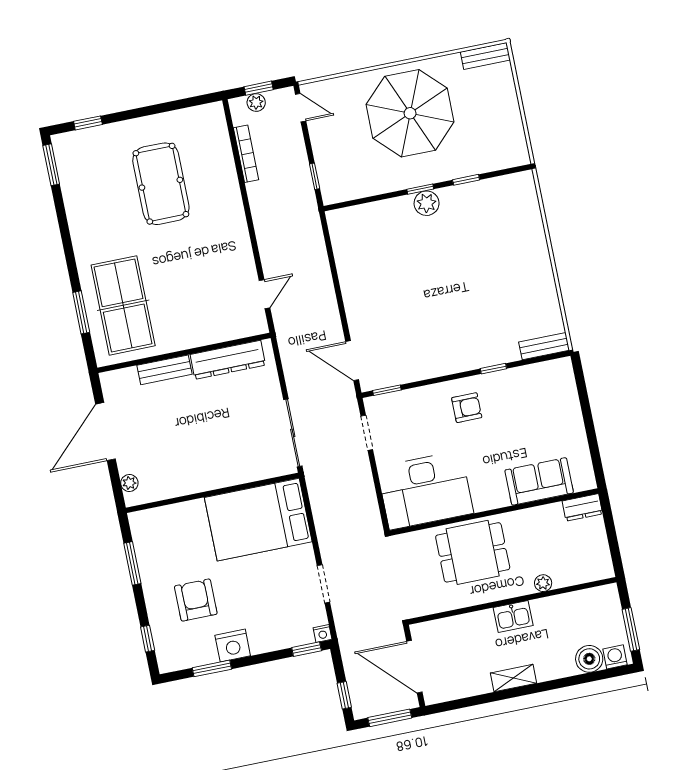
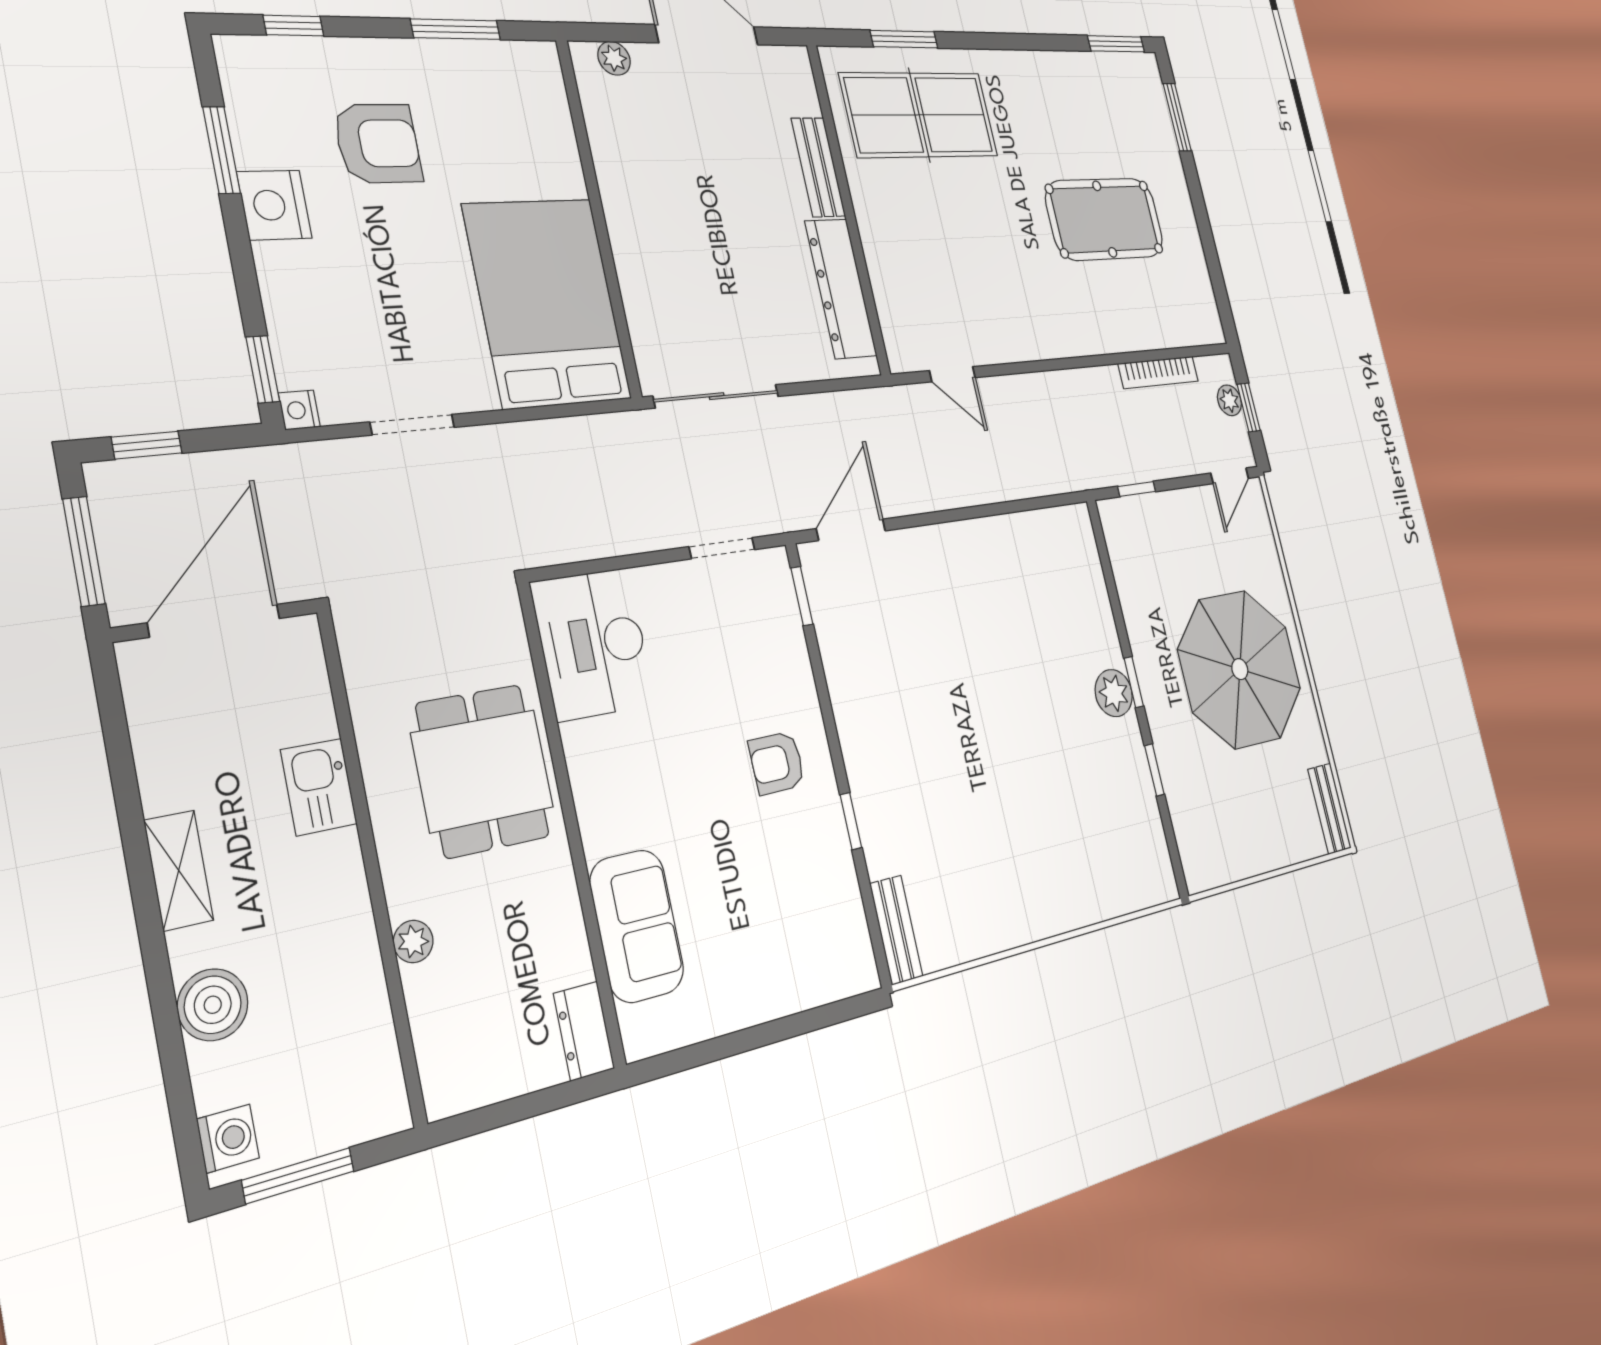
window: (88, 123) -> (1177, 117), width x1.50
armchair: (467, 408) -> (777, 763), turned 89
desk: (425, 490) -> (593, 644), width x0.73, depth x0.77
kitchen sink: (513, 617) -> (319, 787), moved
boiler: (589, 659) -> (213, 1005), moved

